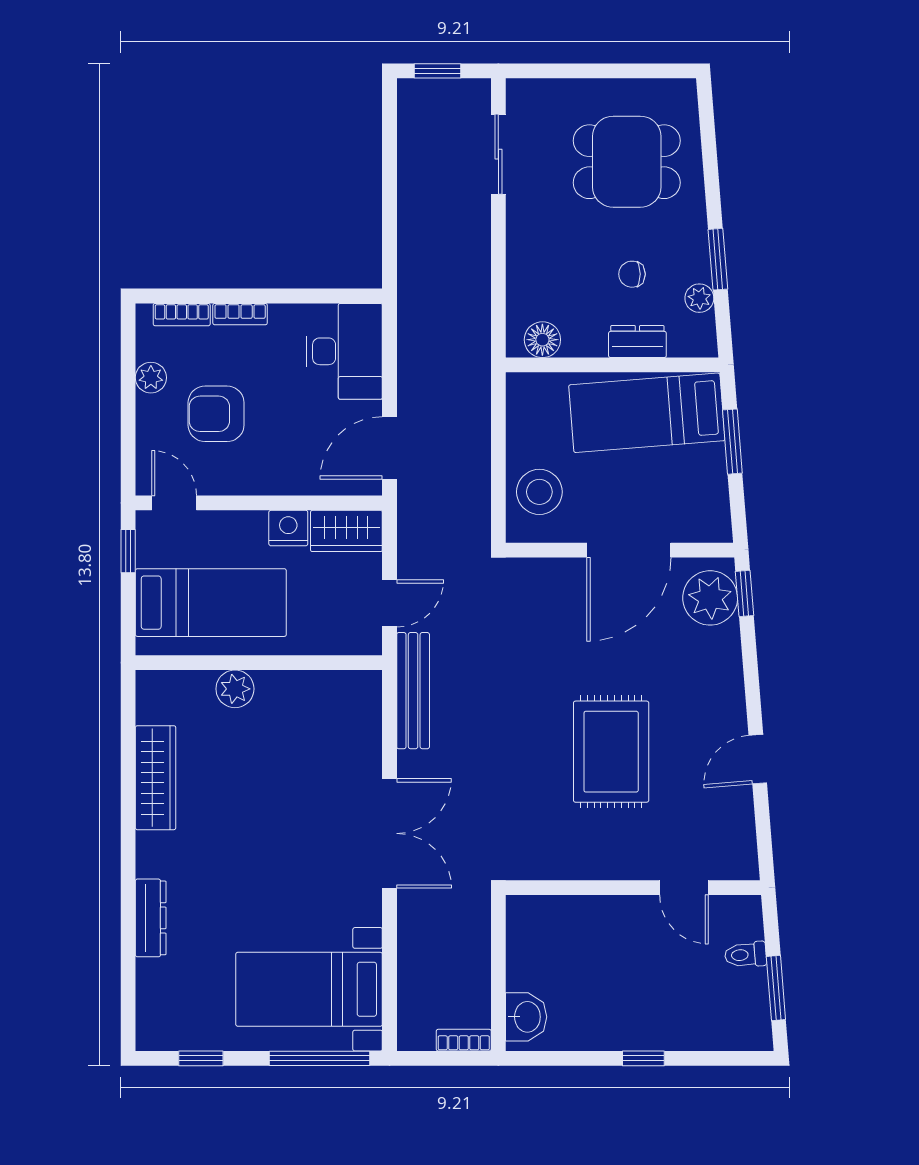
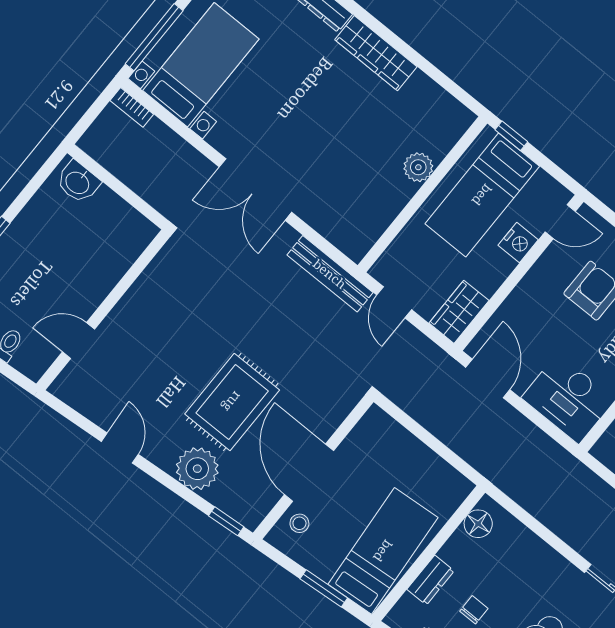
stool: (539, 492) -> (299, 523), moved, width x0.53, depth x0.53
nightstand: (288, 528) -> (518, 242), moved
window: (128, 551) -> (511, 136), moved
plant: (710, 598) -> (197, 469), moved
rug: (611, 752) -> (232, 402), moved, turned 90
wardrobe: (156, 778) -> (376, 53), moved
bookcase: (464, 1040) -> (132, 107), moved, turned 90

